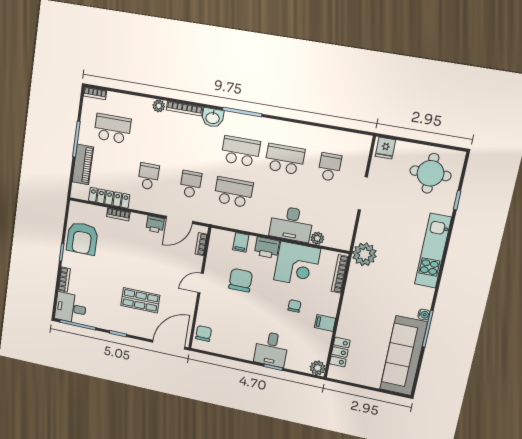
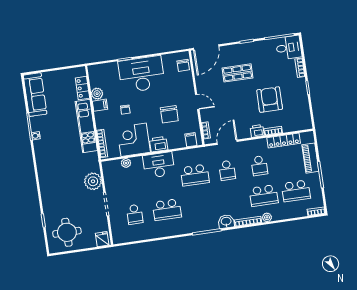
school desk: (241, 151) -> (264, 196), moved
printer: (155, 224) -> (257, 131), moved
desk: (291, 224) -> (159, 165), moved
armchair: (82, 238) -> (270, 100), moved
filing cabinet: (241, 242) -> (191, 140), moved
kitchen unit: (433, 251) -> (86, 126), moved, turned 180
plant: (364, 254) -> (93, 181), moved
door: (201, 283) -> (197, 102), hinge flipped
desk: (271, 349) -> (141, 74), width x1.87, depth x1.30
sofa: (404, 356) -> (35, 95), width x0.74, depth x0.79
plant: (318, 368) -> (97, 94), moved

